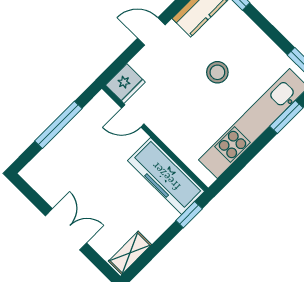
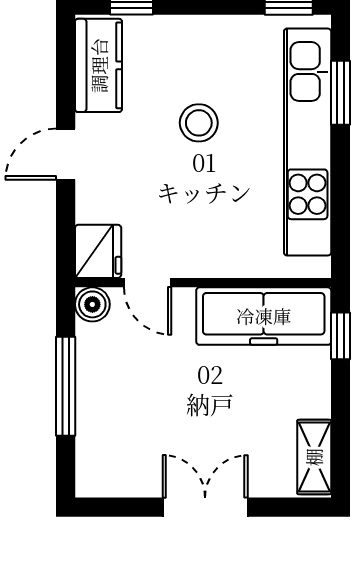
boiler: (102, 103) -> (92, 304), added
door: (133, 116) -> (148, 283), hinge flipped

